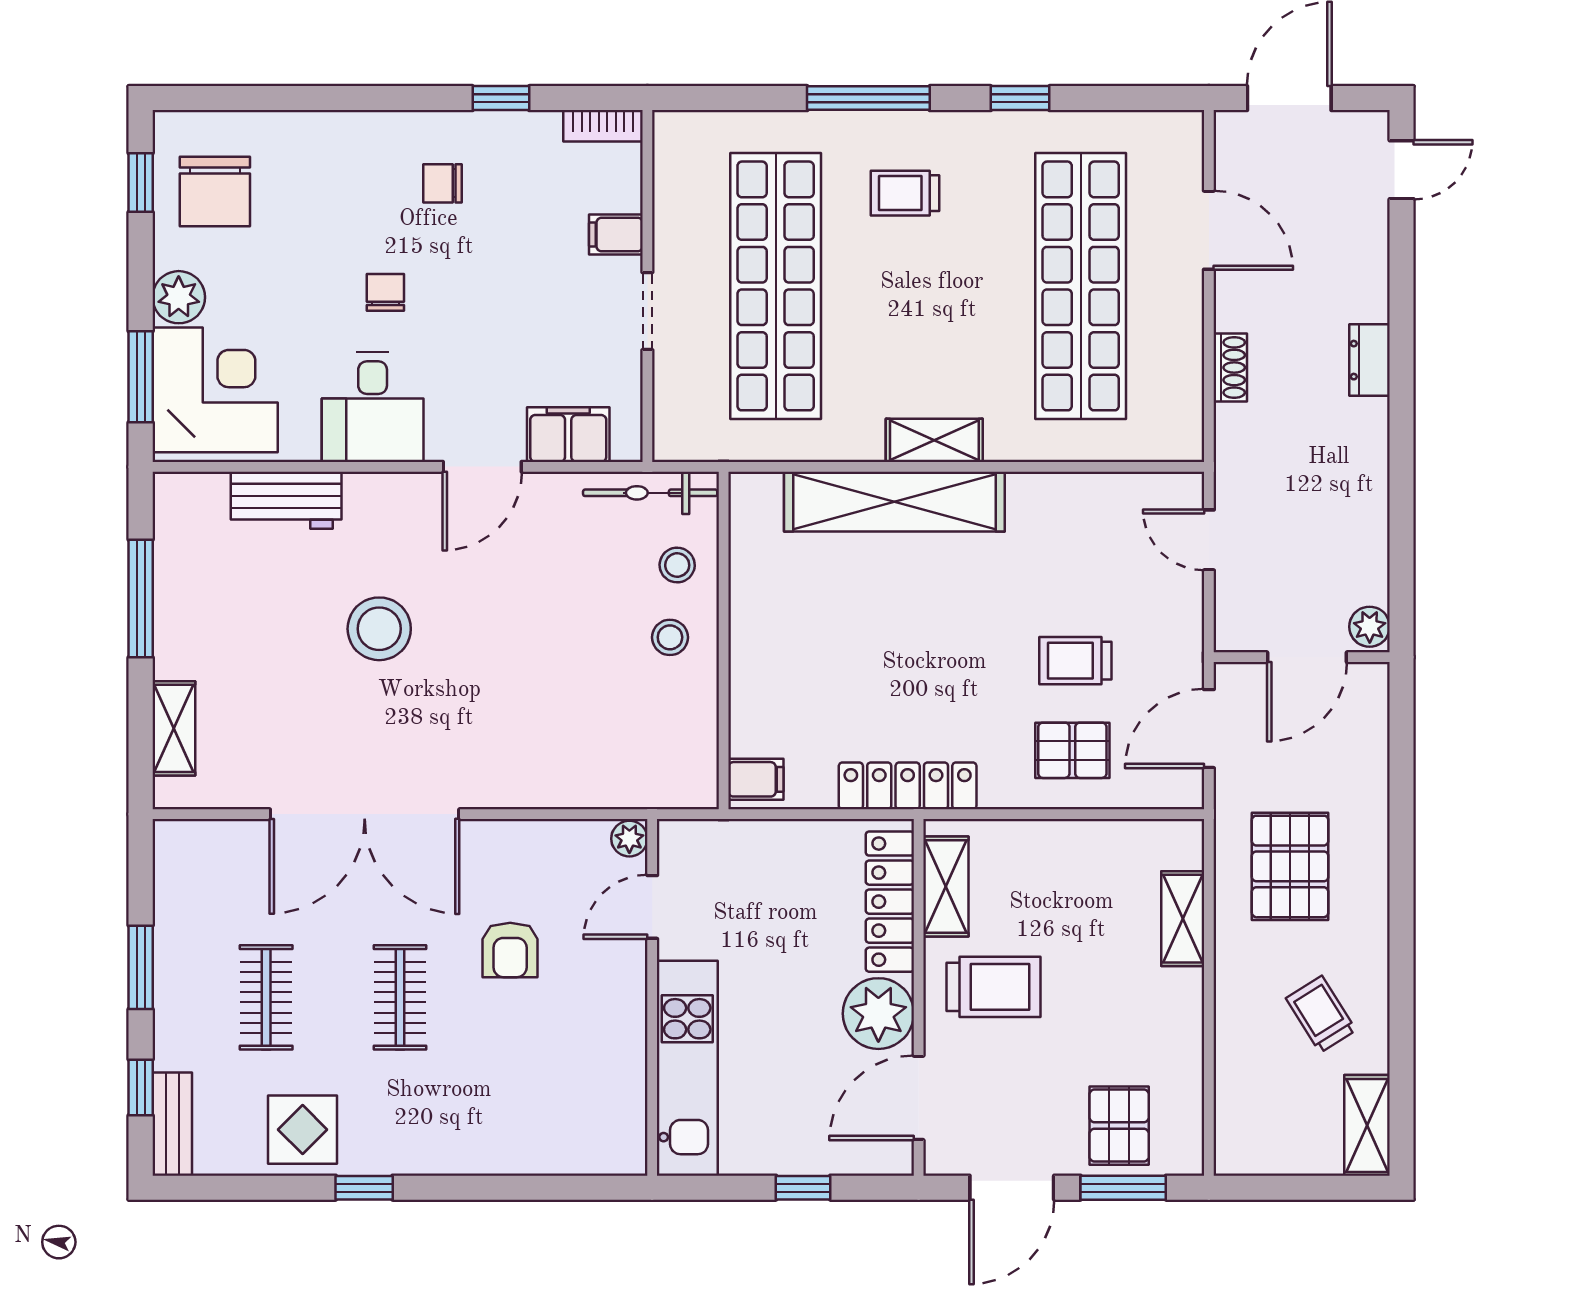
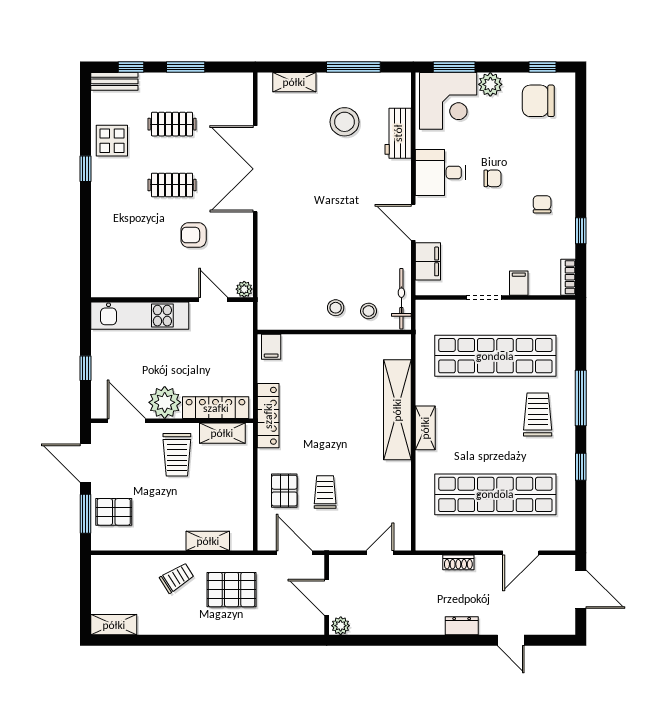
door: (1402, 170) -> (511, 640), moved
trolley: (905, 193) -> (538, 415), width x1.36, depth x1.39
stool: (379, 629) -> (345, 122), moved
trolley: (1321, 1014) -> (177, 578), moved

